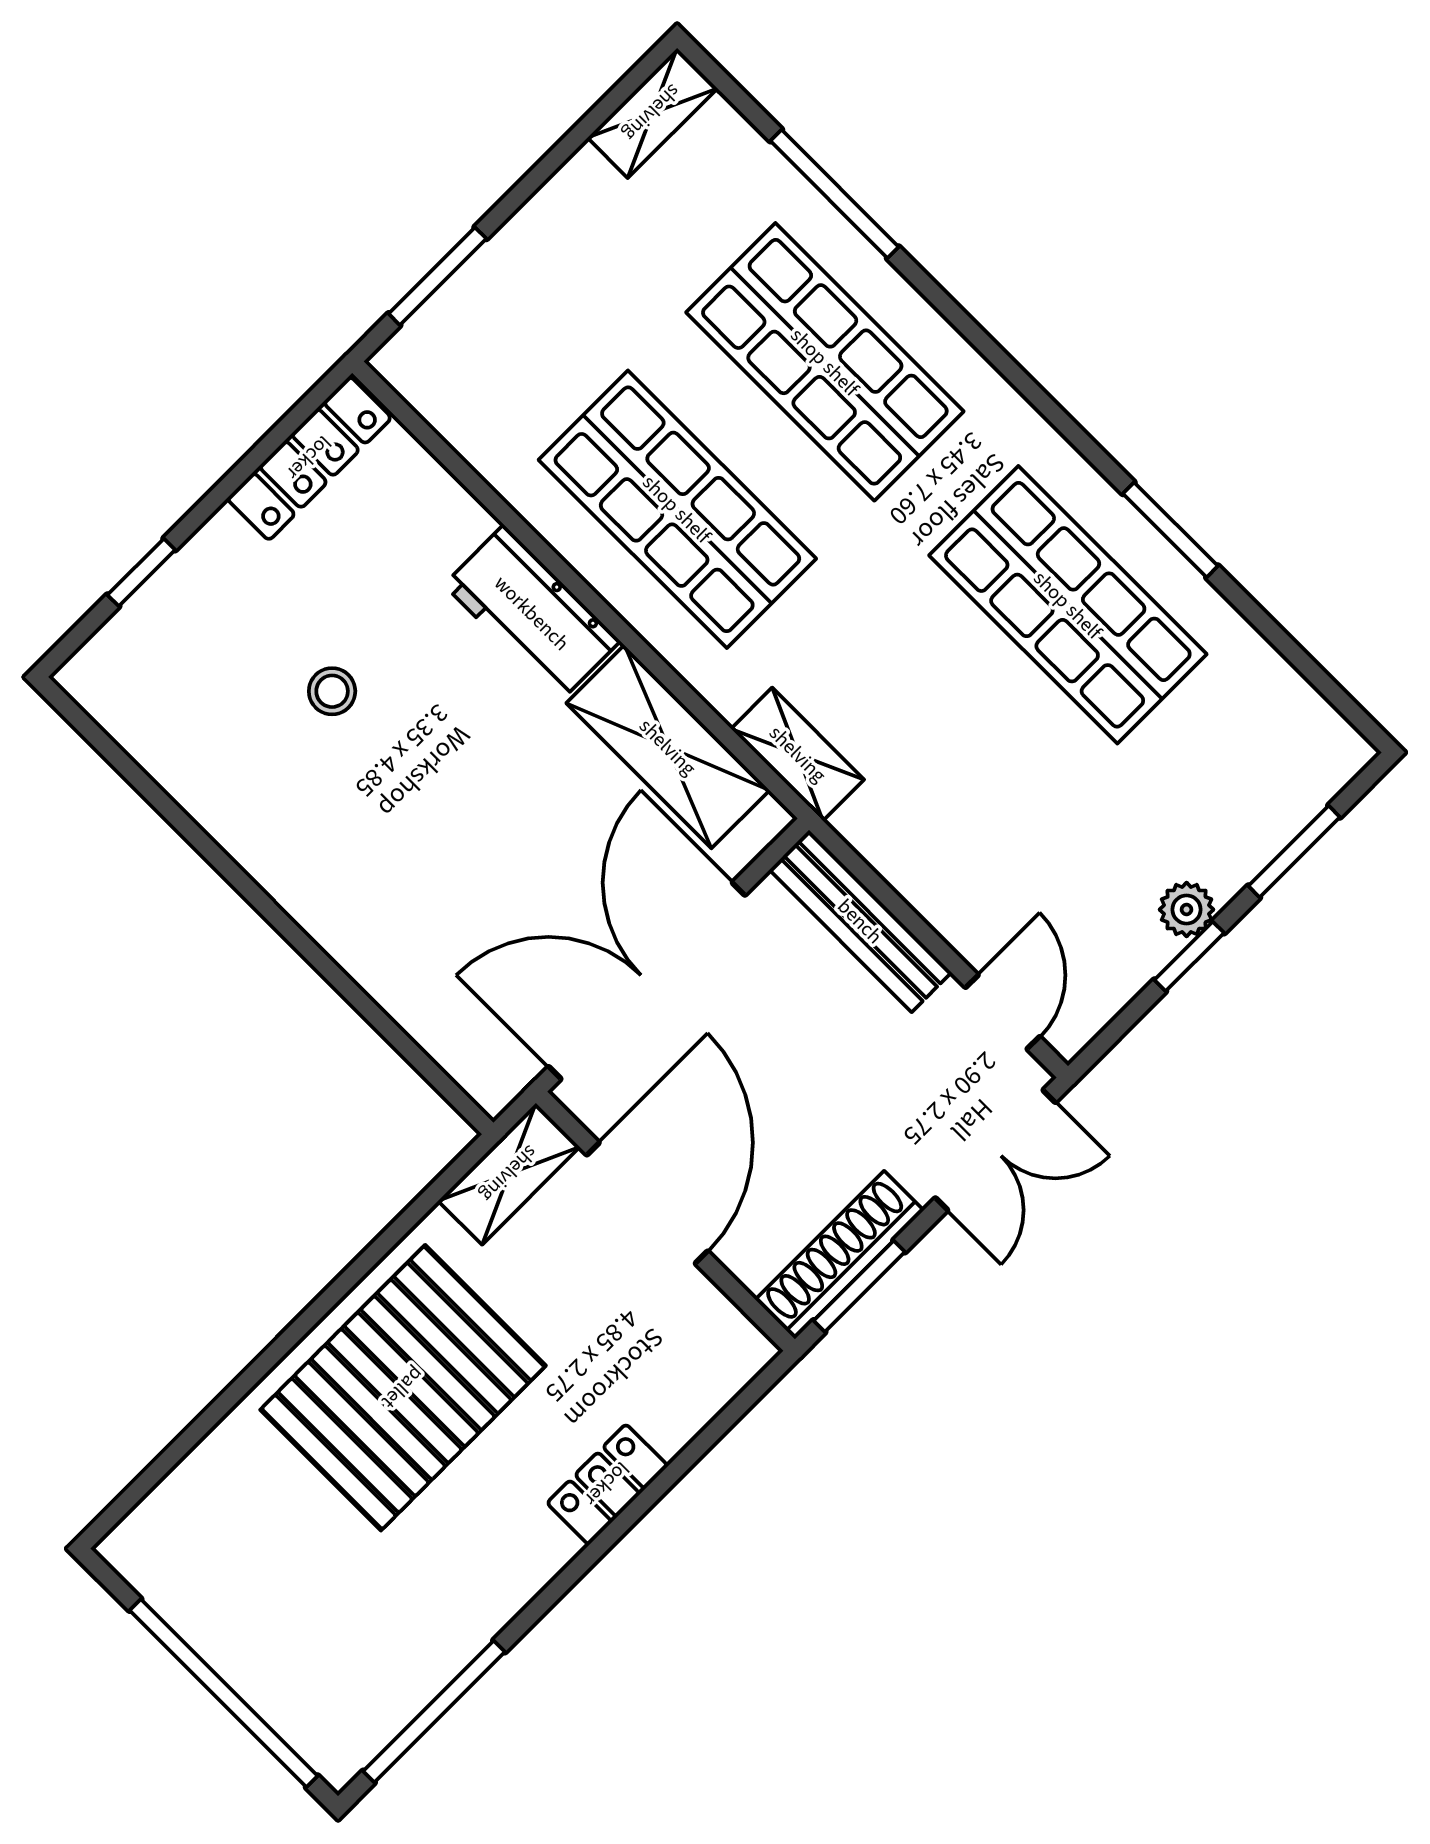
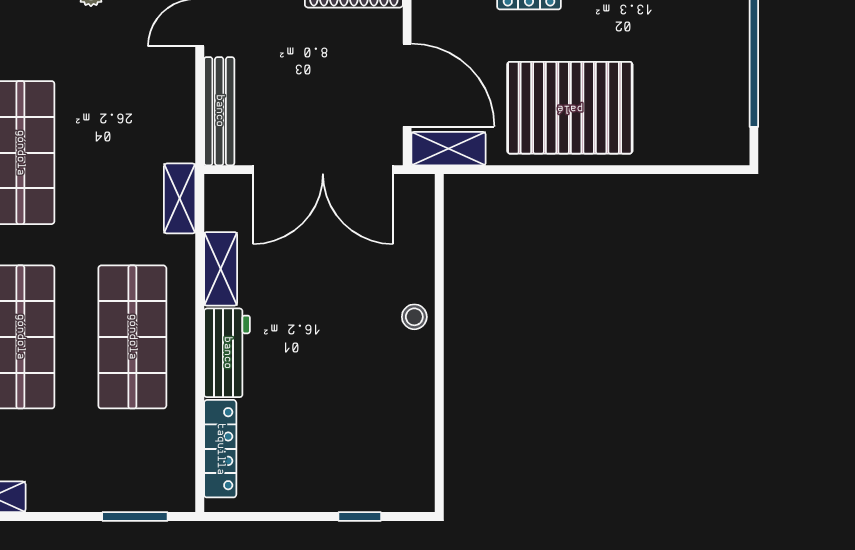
locker: (309, 458) -> (220, 449), moved, turned 90
stool: (332, 691) -> (414, 317), moved
shelving: (668, 747) -> (221, 269), width x0.67, depth x0.75
door: (647, 1203) -> (407, 85), swing flipped

